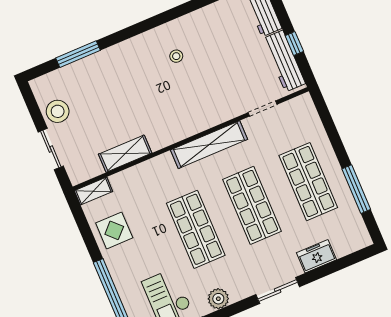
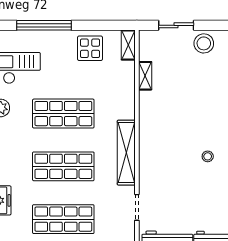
shelving: (125, 154) -> (145, 76), width x0.67, depth x0.75

